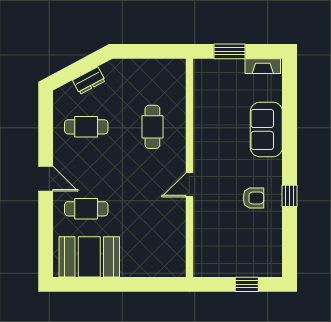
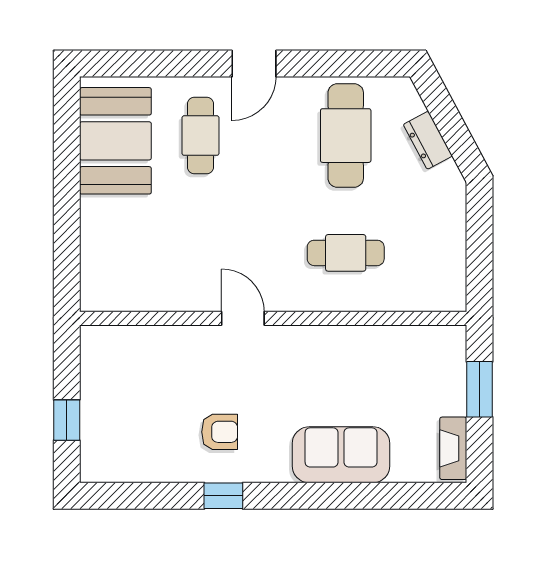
cafe table: (86, 127) -> (346, 136), width x1.37, depth x1.35
armchair: (253, 198) -> (220, 432), turned -90

